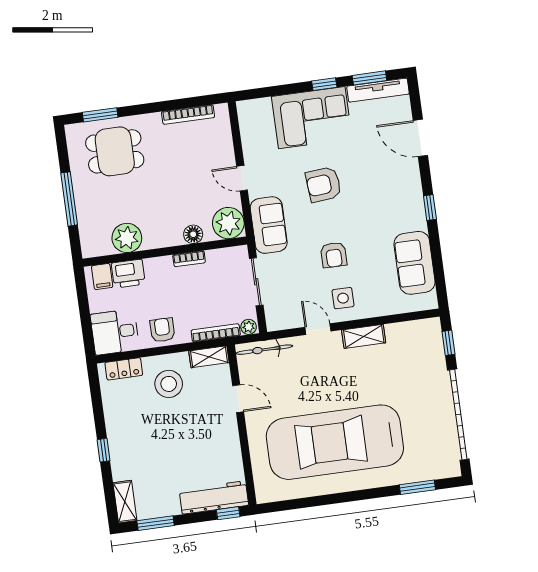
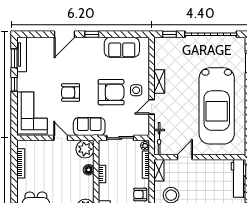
corner sofa: (312, 118) -> (32, 113), moved
door: (420, 138) -> (65, 34), moved
door: (242, 178) -> (61, 138), swing flipped
armchair: (323, 184) -> (71, 93), turned 95
armchair: (334, 255) -> (111, 92), width x1.88, depth x1.88

